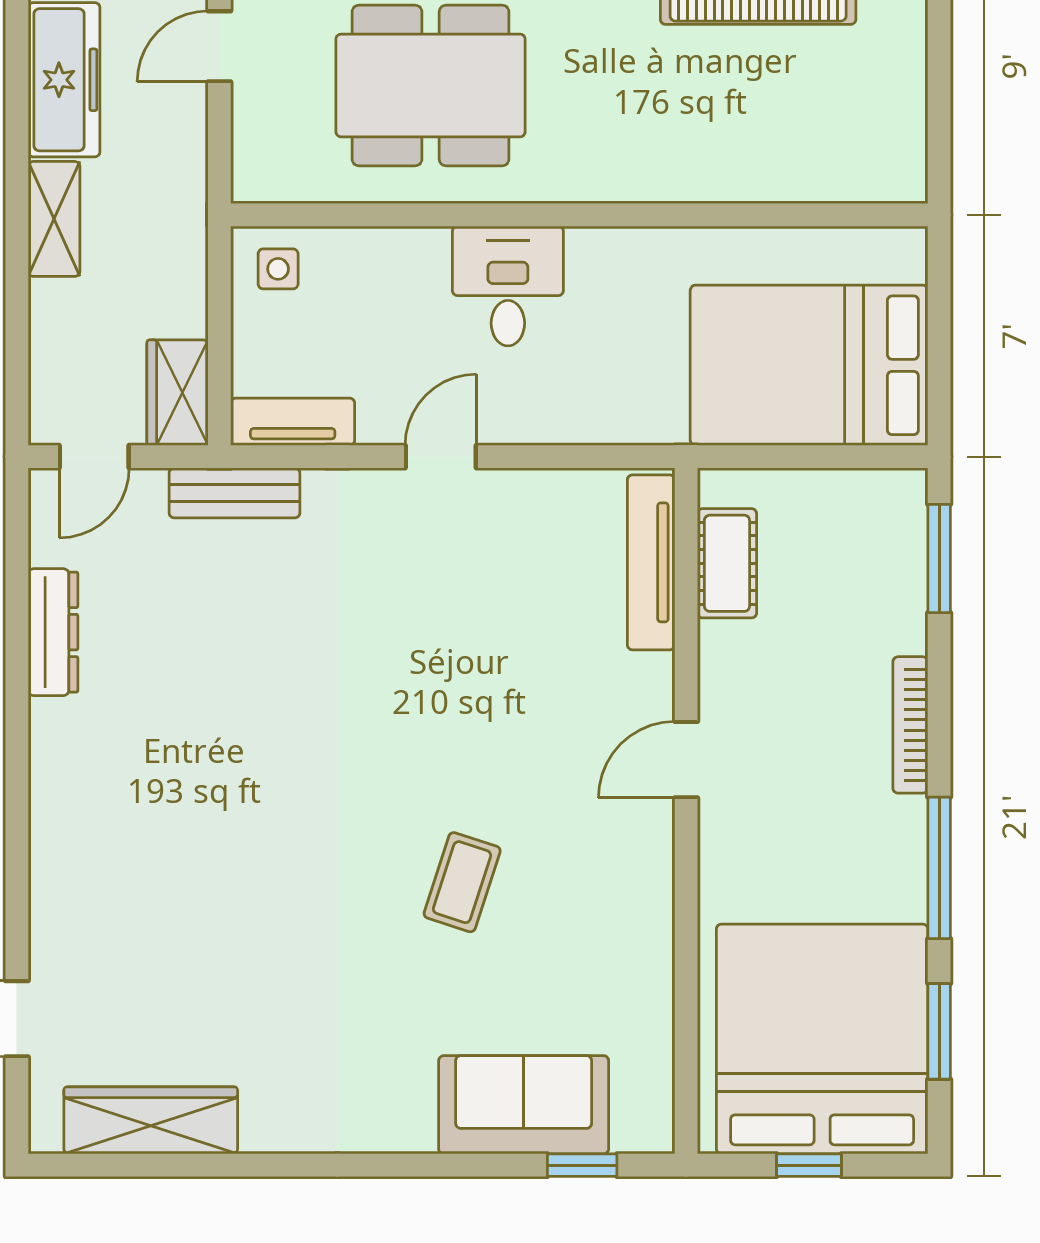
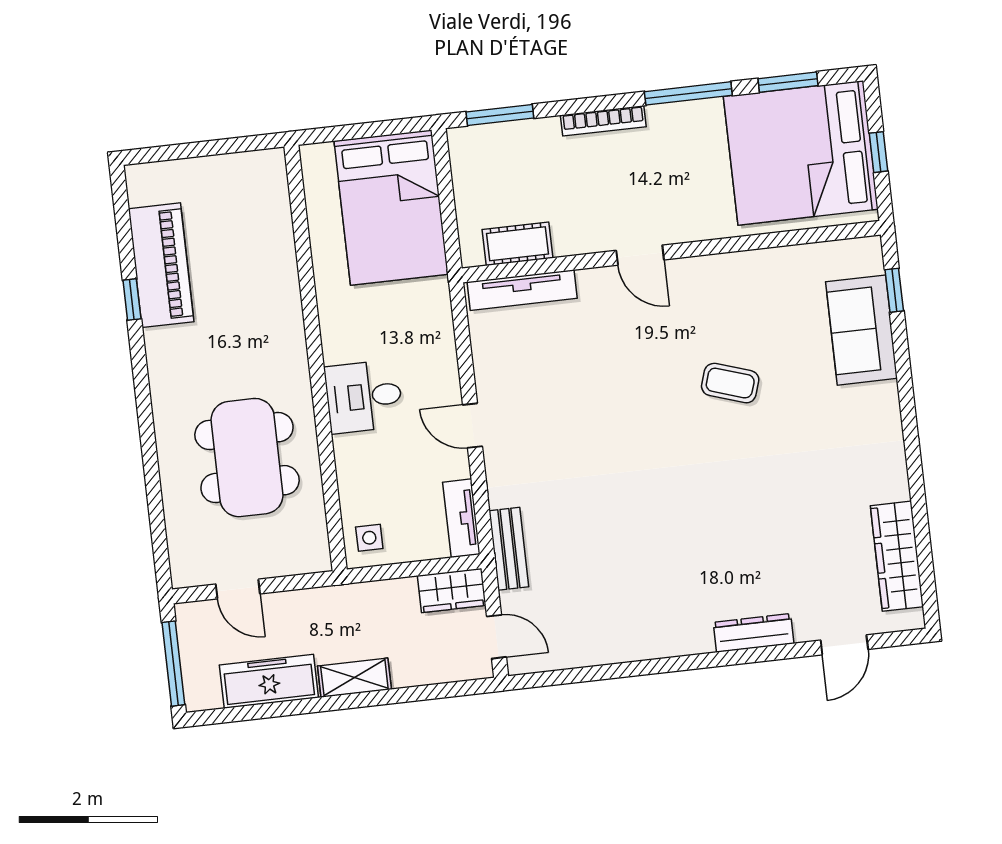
dresser: (53, 632) -> (754, 633), moved

